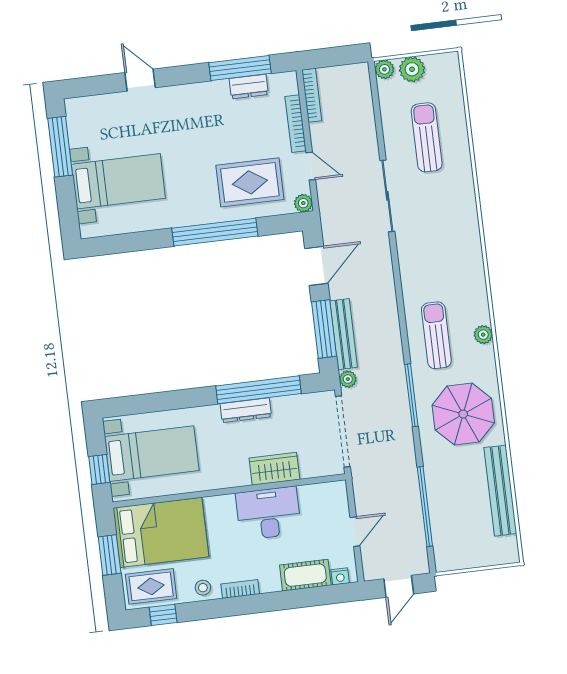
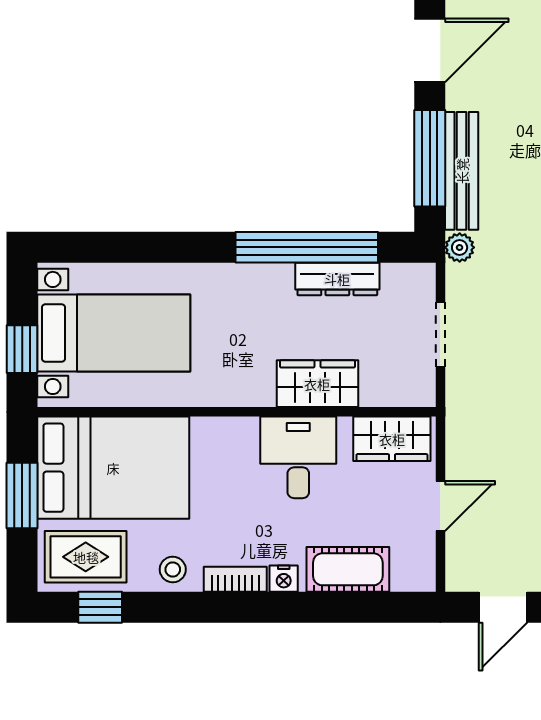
dresser: (246, 410) -> (337, 279), moved
doorway: (343, 431) -> (440, 335), width x0.53
wardrobe: (322, 496) -> (392, 439), added
desk: (268, 513) -> (298, 457), width x0.73
nightstand: (340, 576) -> (284, 579), moved

